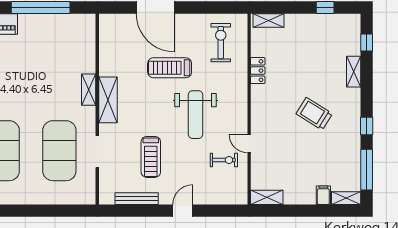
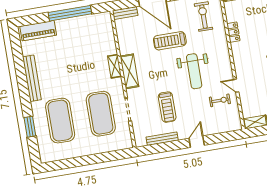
bench: (115, 20) -> (125, 13), added

